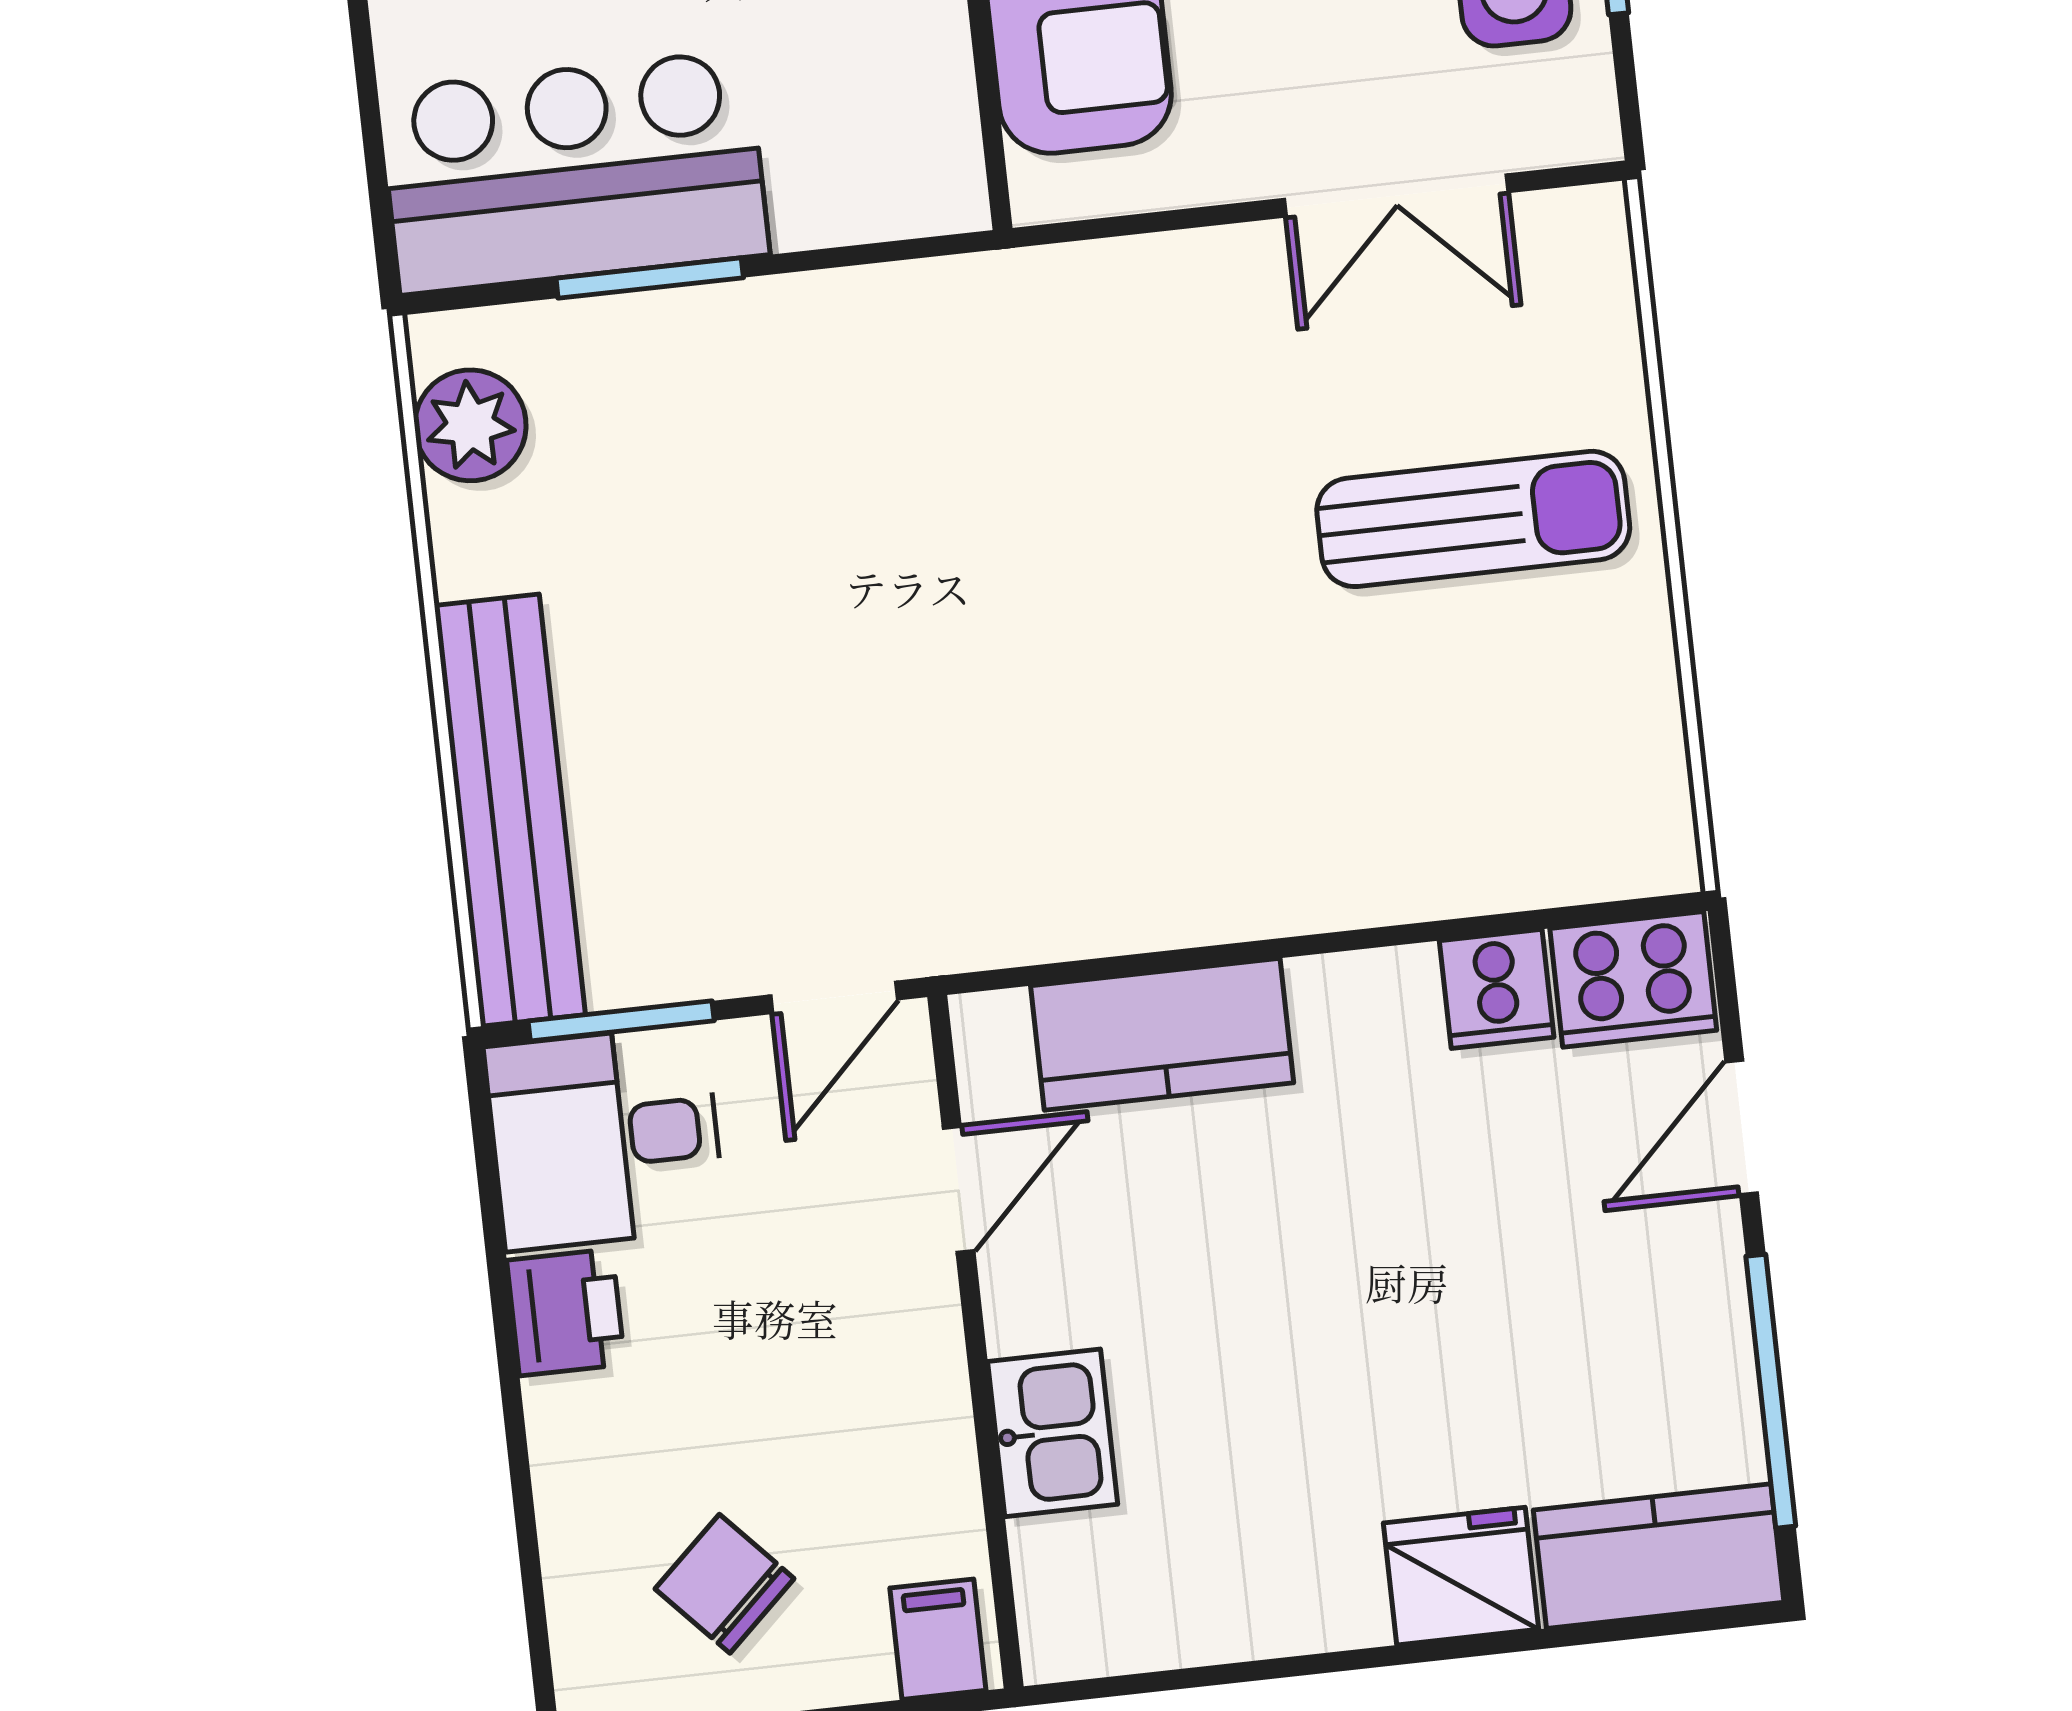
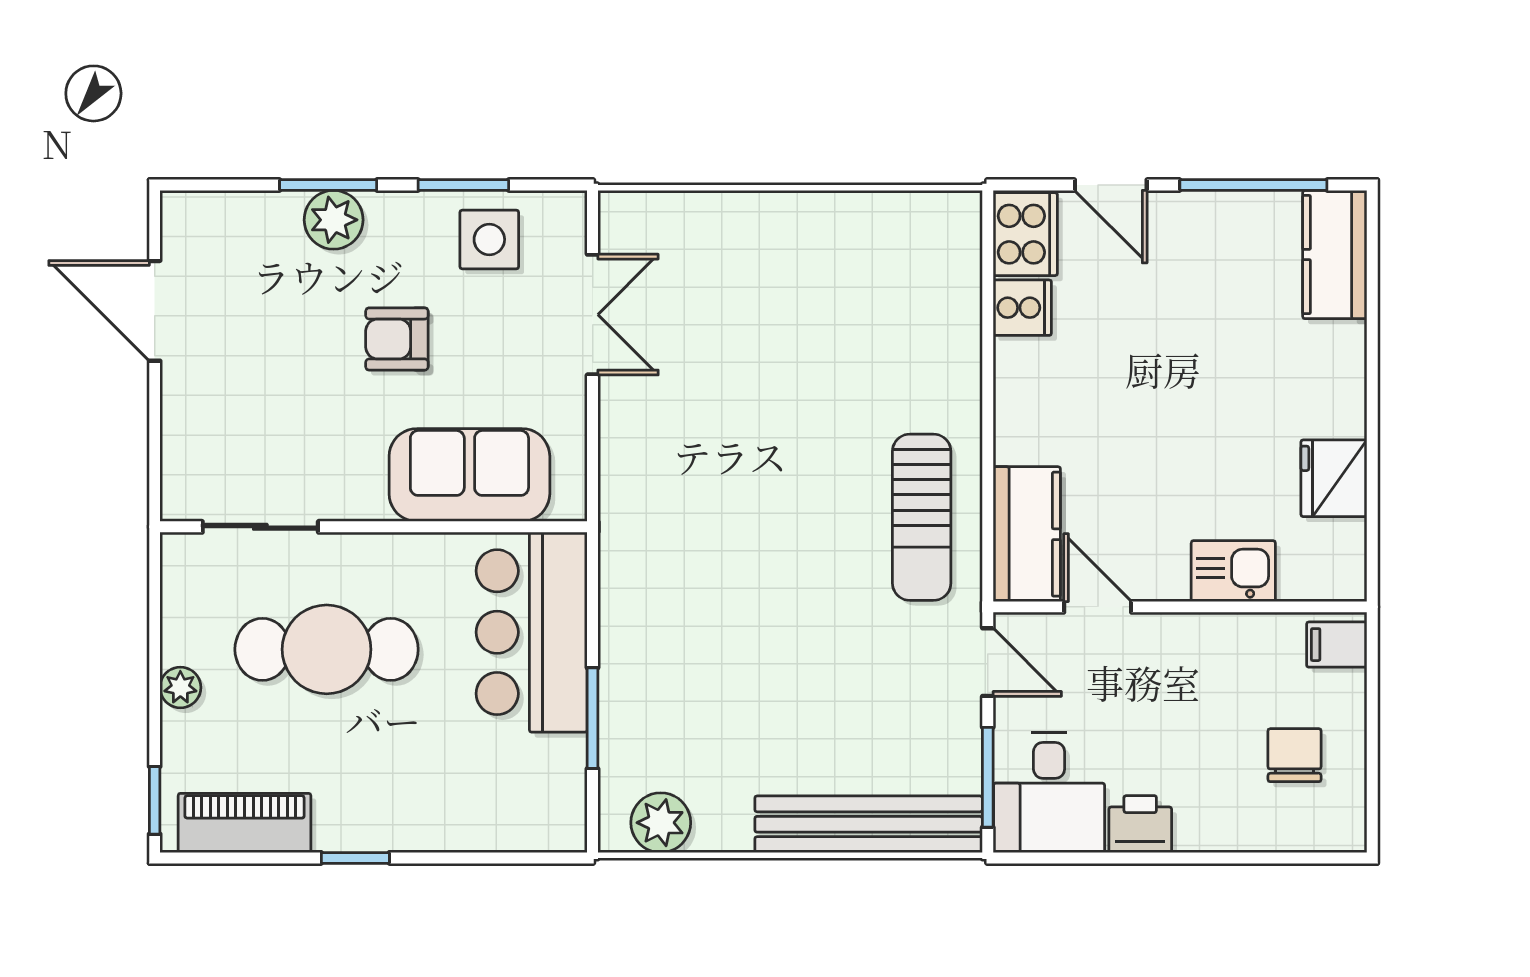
bar counter: (574, 172) -> (532, 632), moved
sun lounger: (1473, 519) -> (922, 517), moved, turned 180
kitchen counter: (1162, 1034) -> (1027, 534), moved
fridge: (1461, 1576) -> (1334, 478), moved
chair: (725, 1584) -> (1295, 755), turned 133

